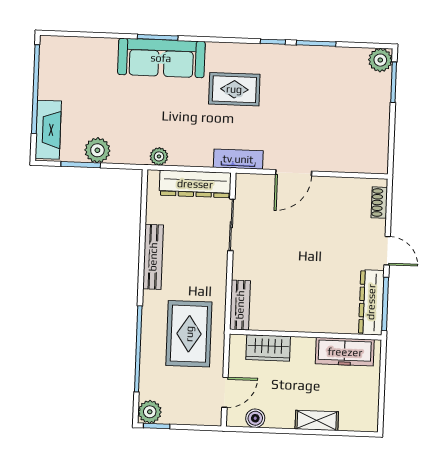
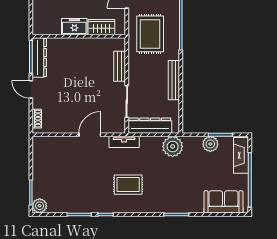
sofa: (161, 58) -> (224, 202), moved, width x0.73
plant: (159, 156) -> (173, 146), width x1.87, depth x1.87
bench: (240, 305) -> (120, 66), moved
freezer: (345, 352) -> (74, 27), moved, width x0.71

